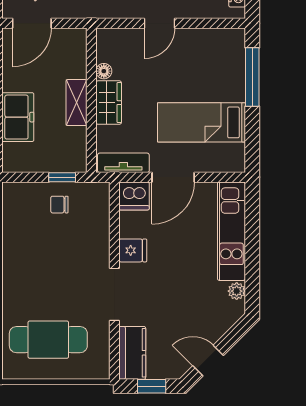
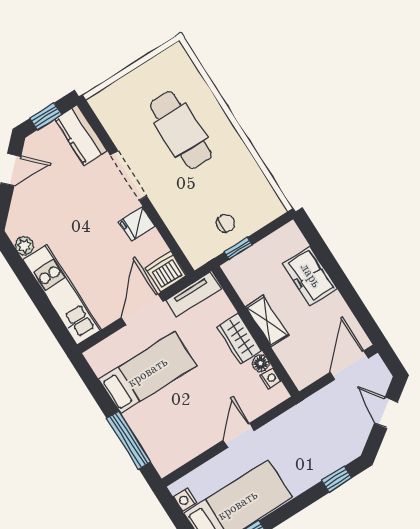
nightstand: (103, 54) -> (271, 378), added
cafe table: (48, 340) -> (181, 130), moved, turned 90

